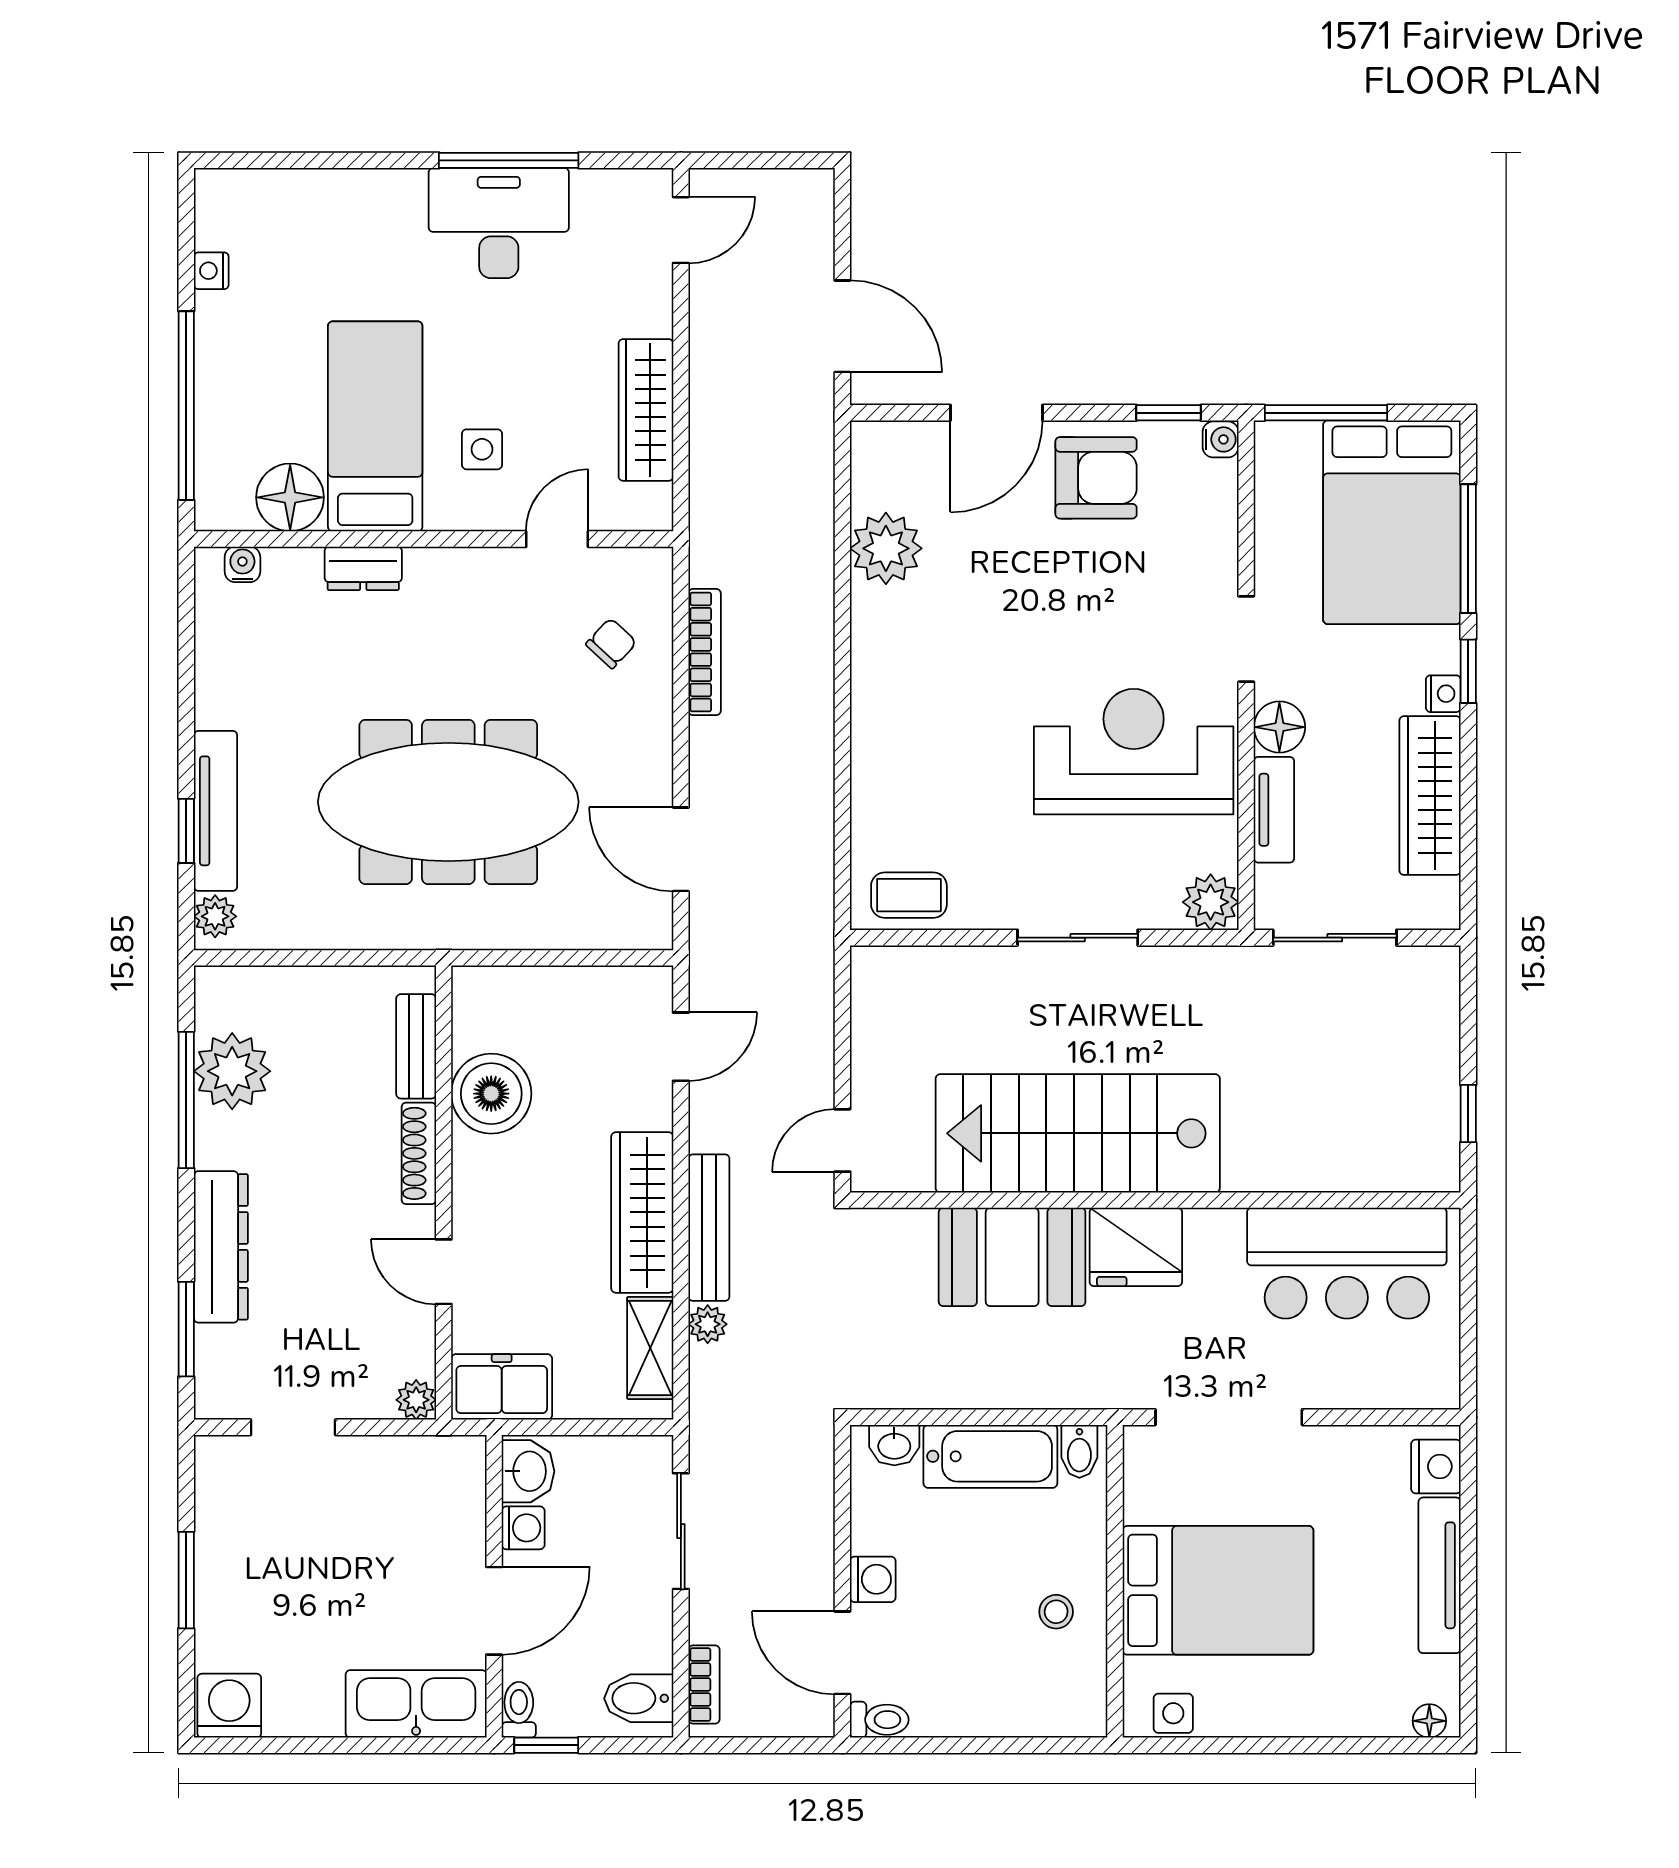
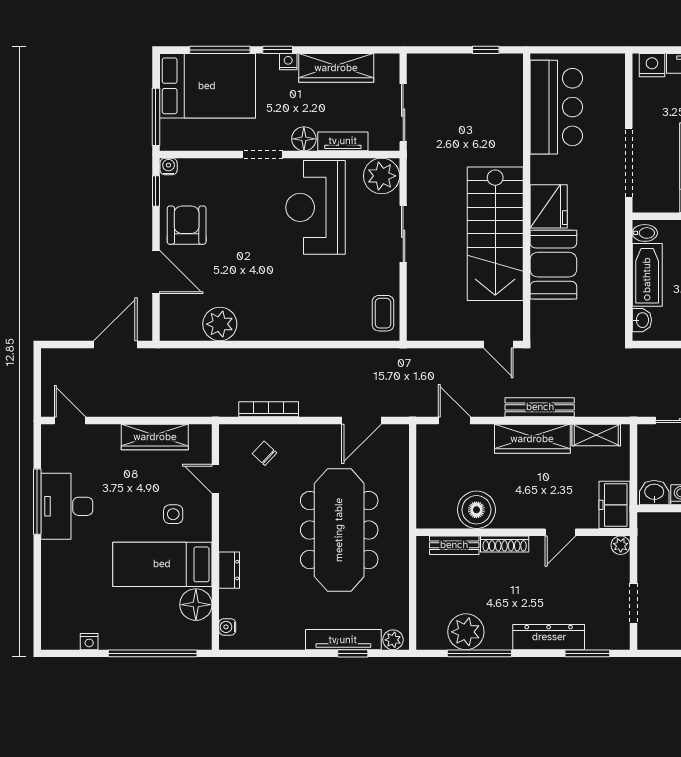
plant: (1211, 902) -> (382, 176), width x1.36, depth x1.36
plant: (708, 1324) -> (585, 408), removed

